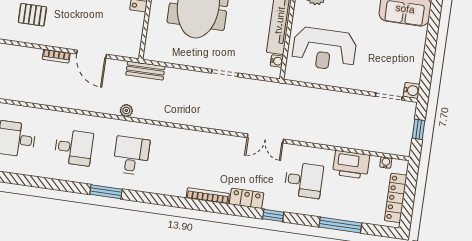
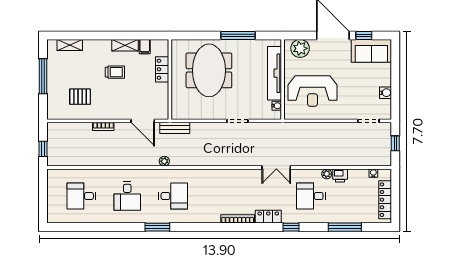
door: (92, 54) -> (143, 121), moved
water cooler: (412, 90) -> (386, 93), moved
desk: (74, 147) -> (127, 196), turned 90
plant: (327, 155) -> (327, 174), added
desk: (131, 156) -> (173, 196), turned 90
printer: (351, 165) -> (340, 175), width x0.53, depth x0.68
desk: (304, 180) -> (311, 196), turned 180

